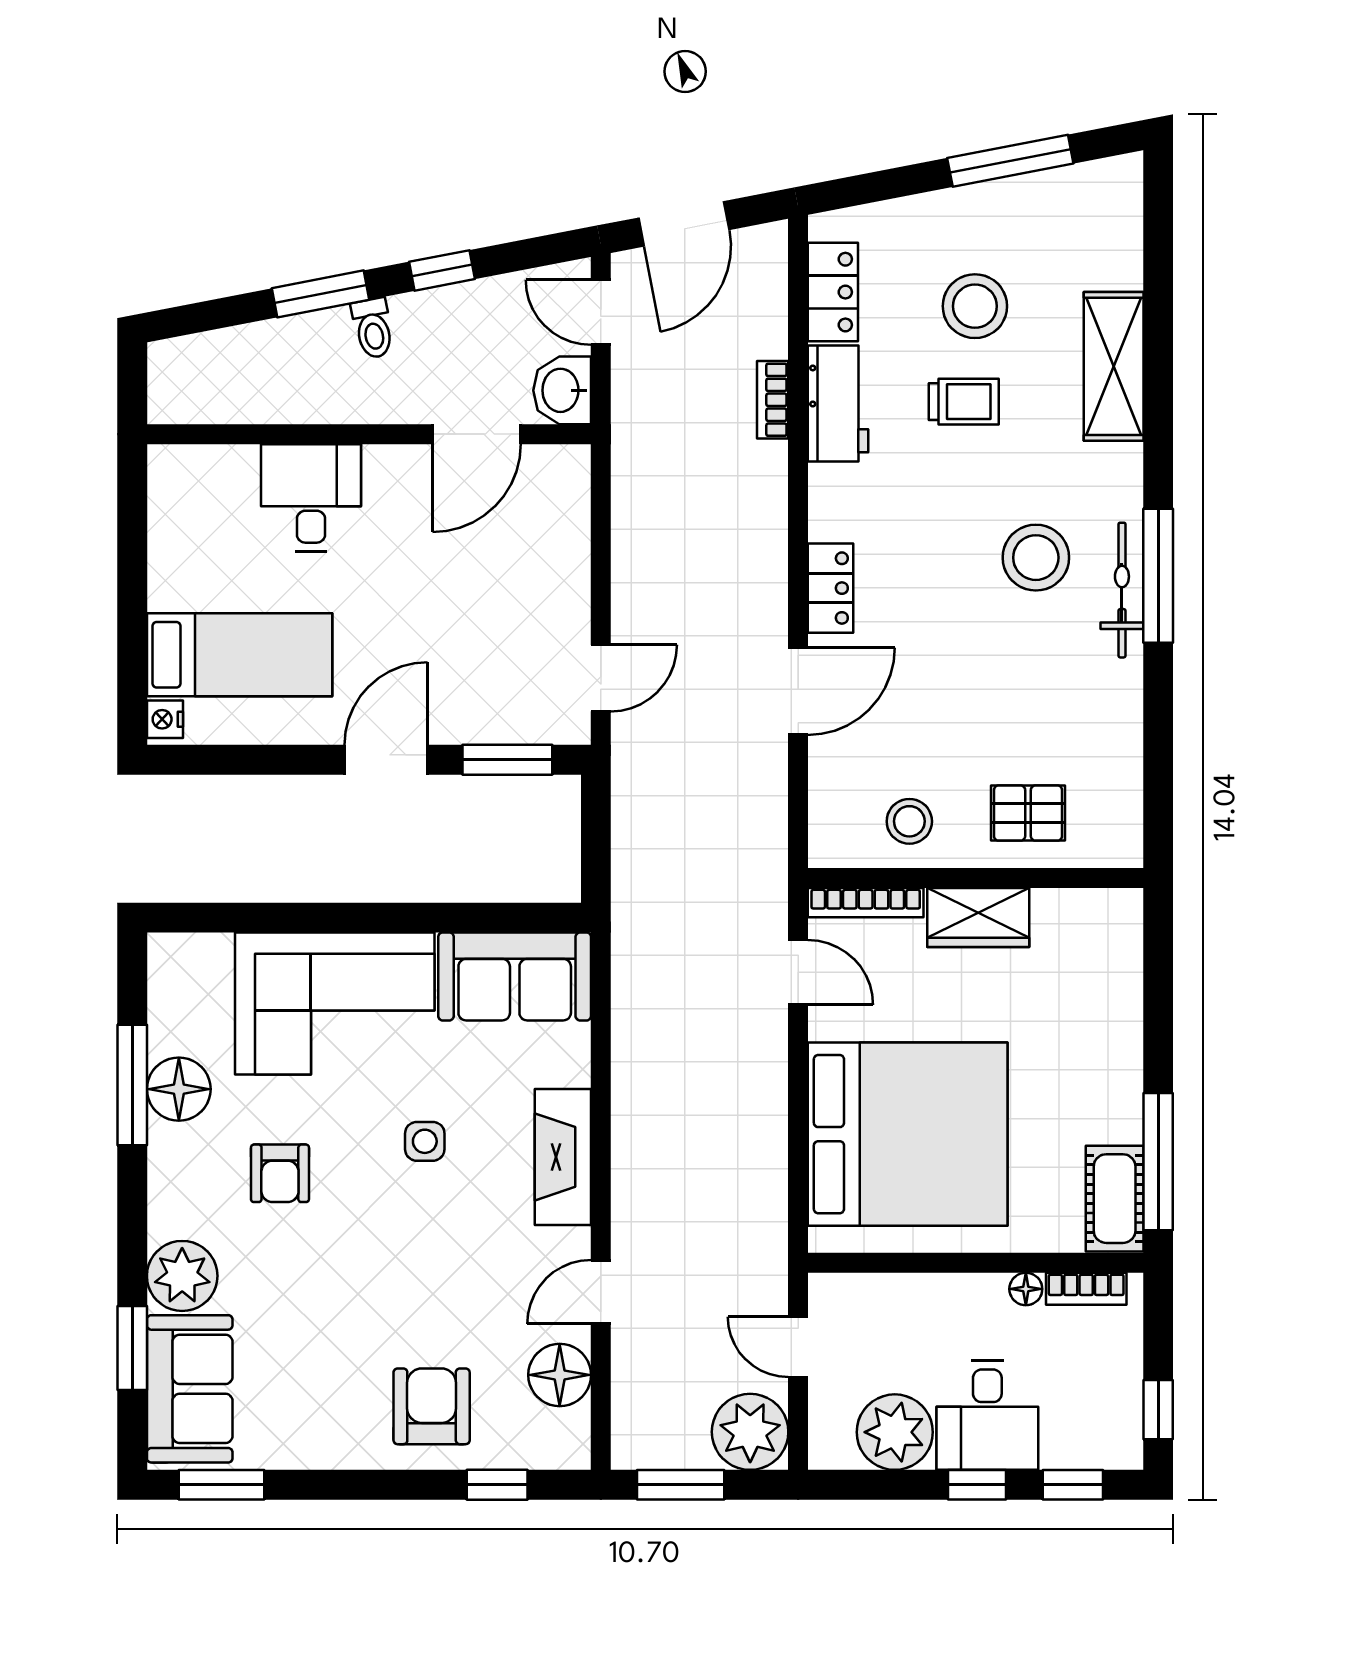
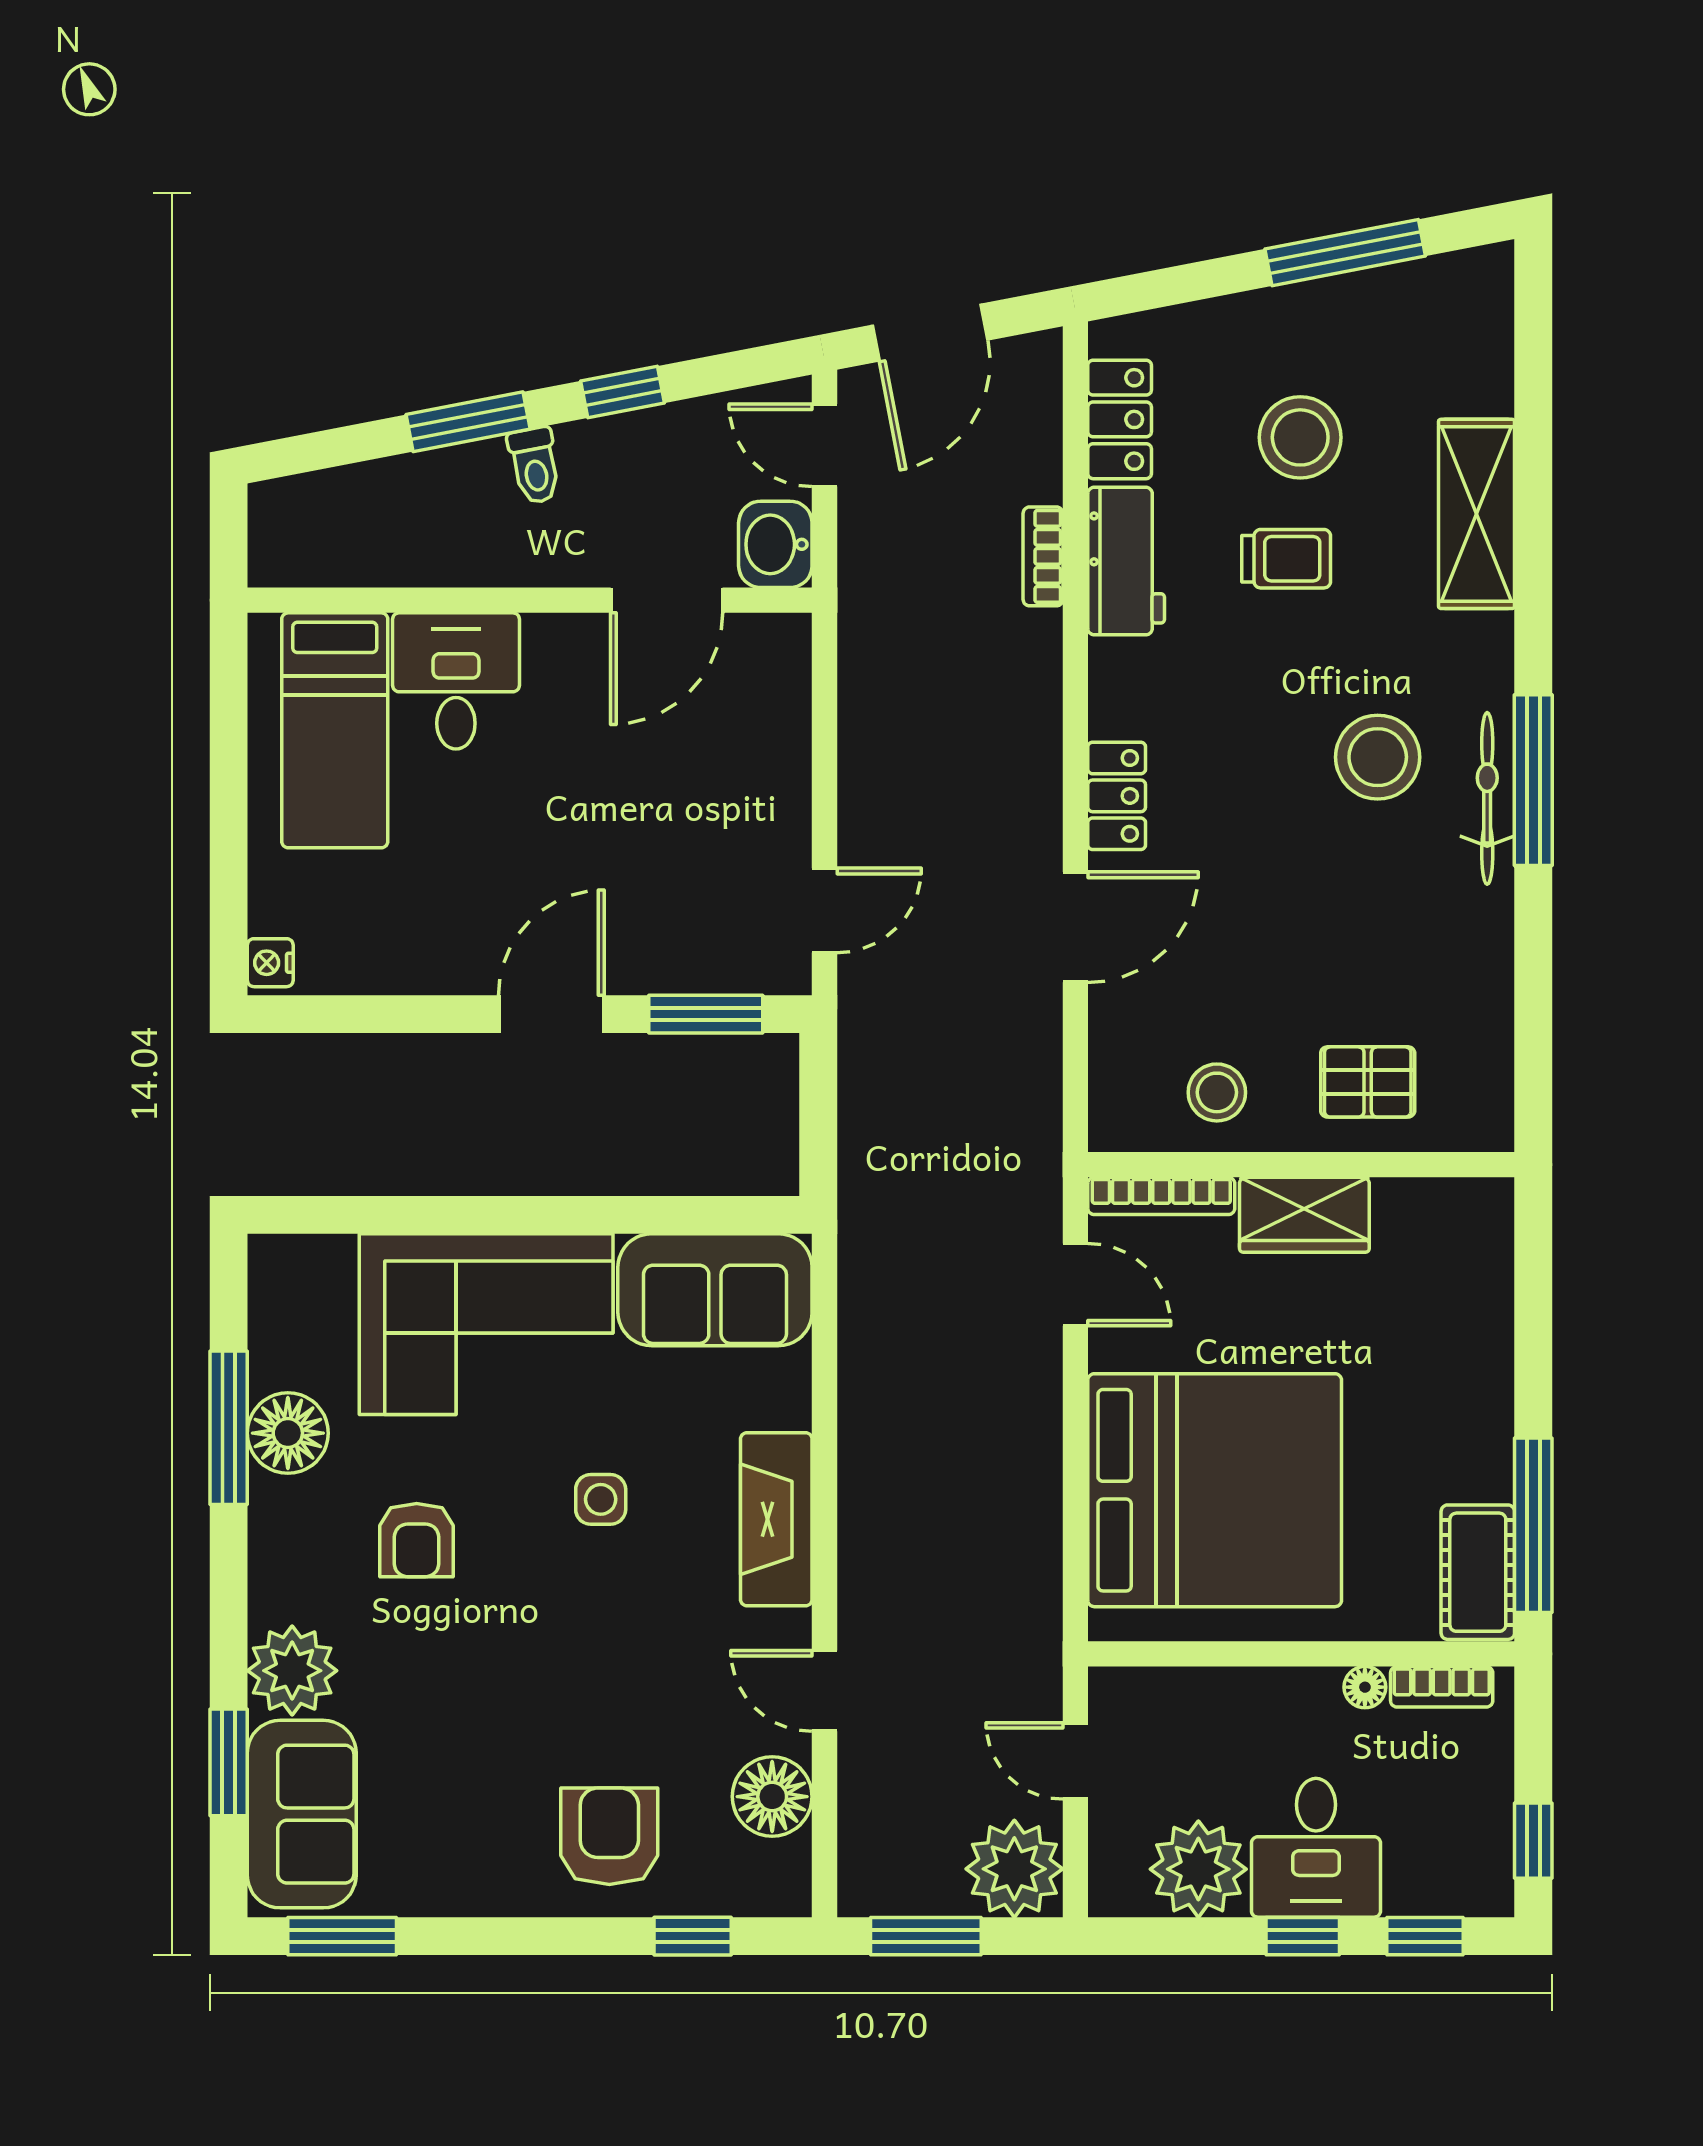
bed: (240, 655) -> (335, 730), moved, turned 90
door: (601, 1292) -> (824, 1691), hinge flipped

